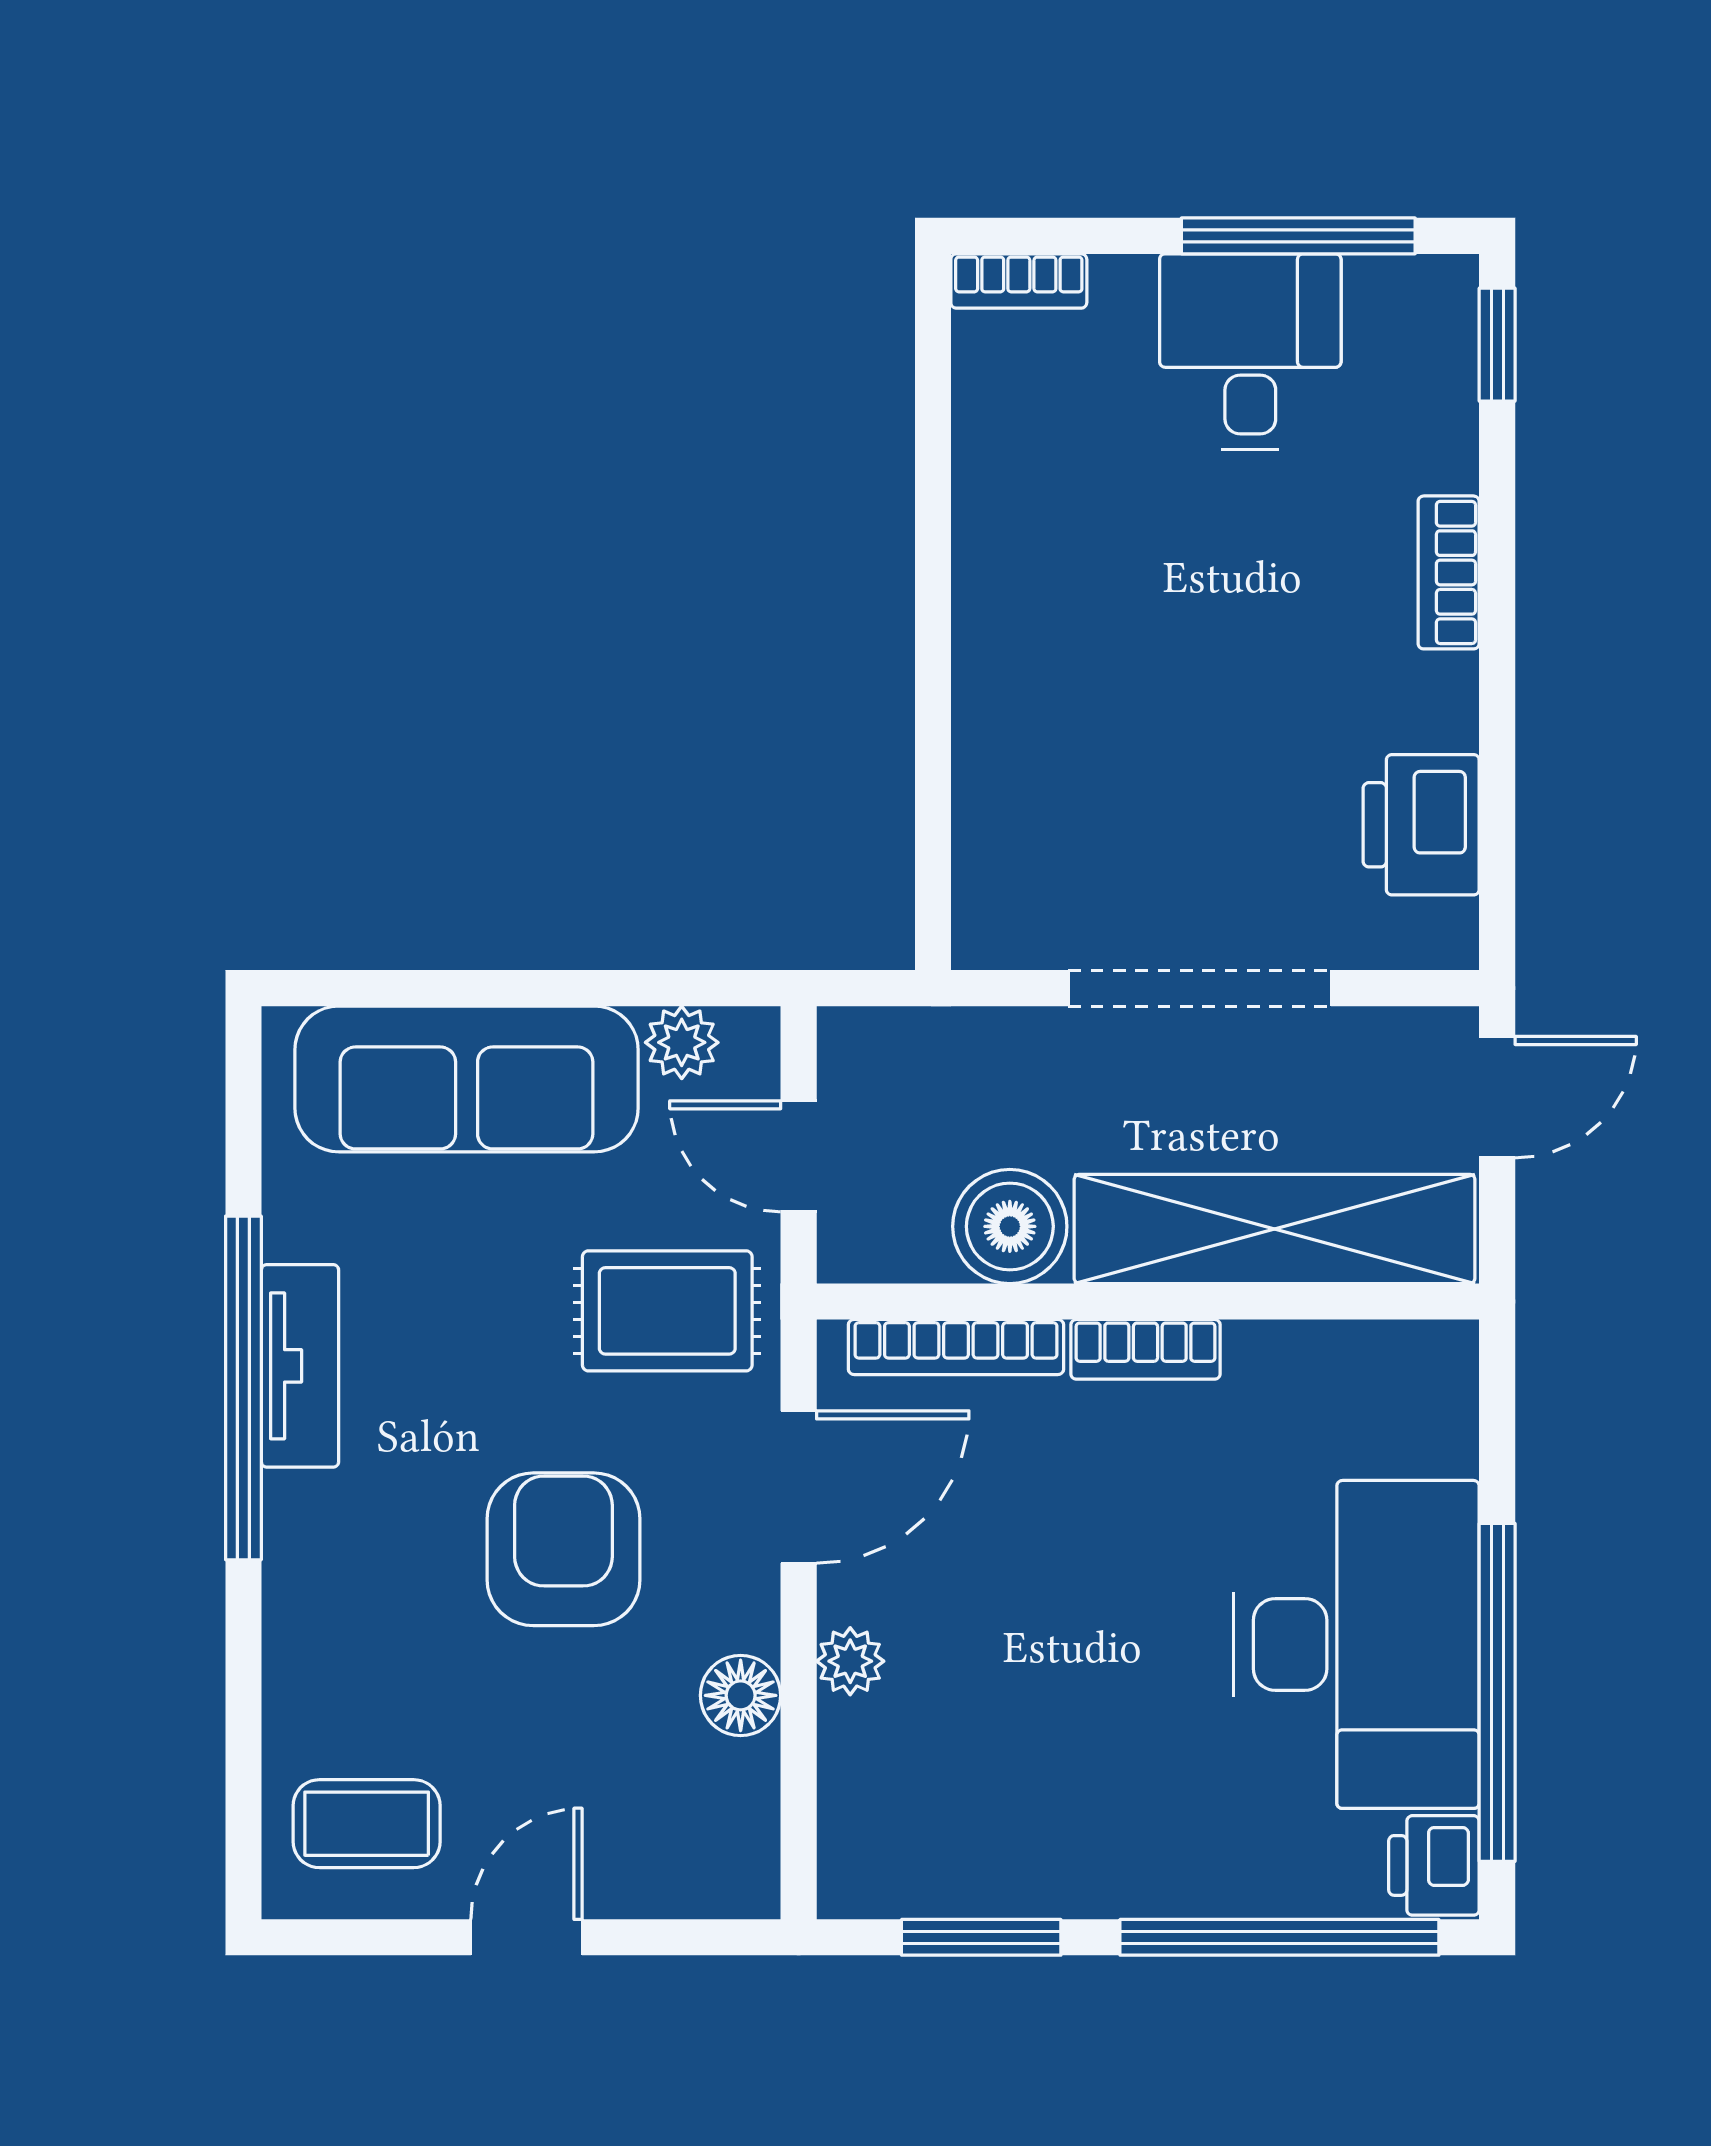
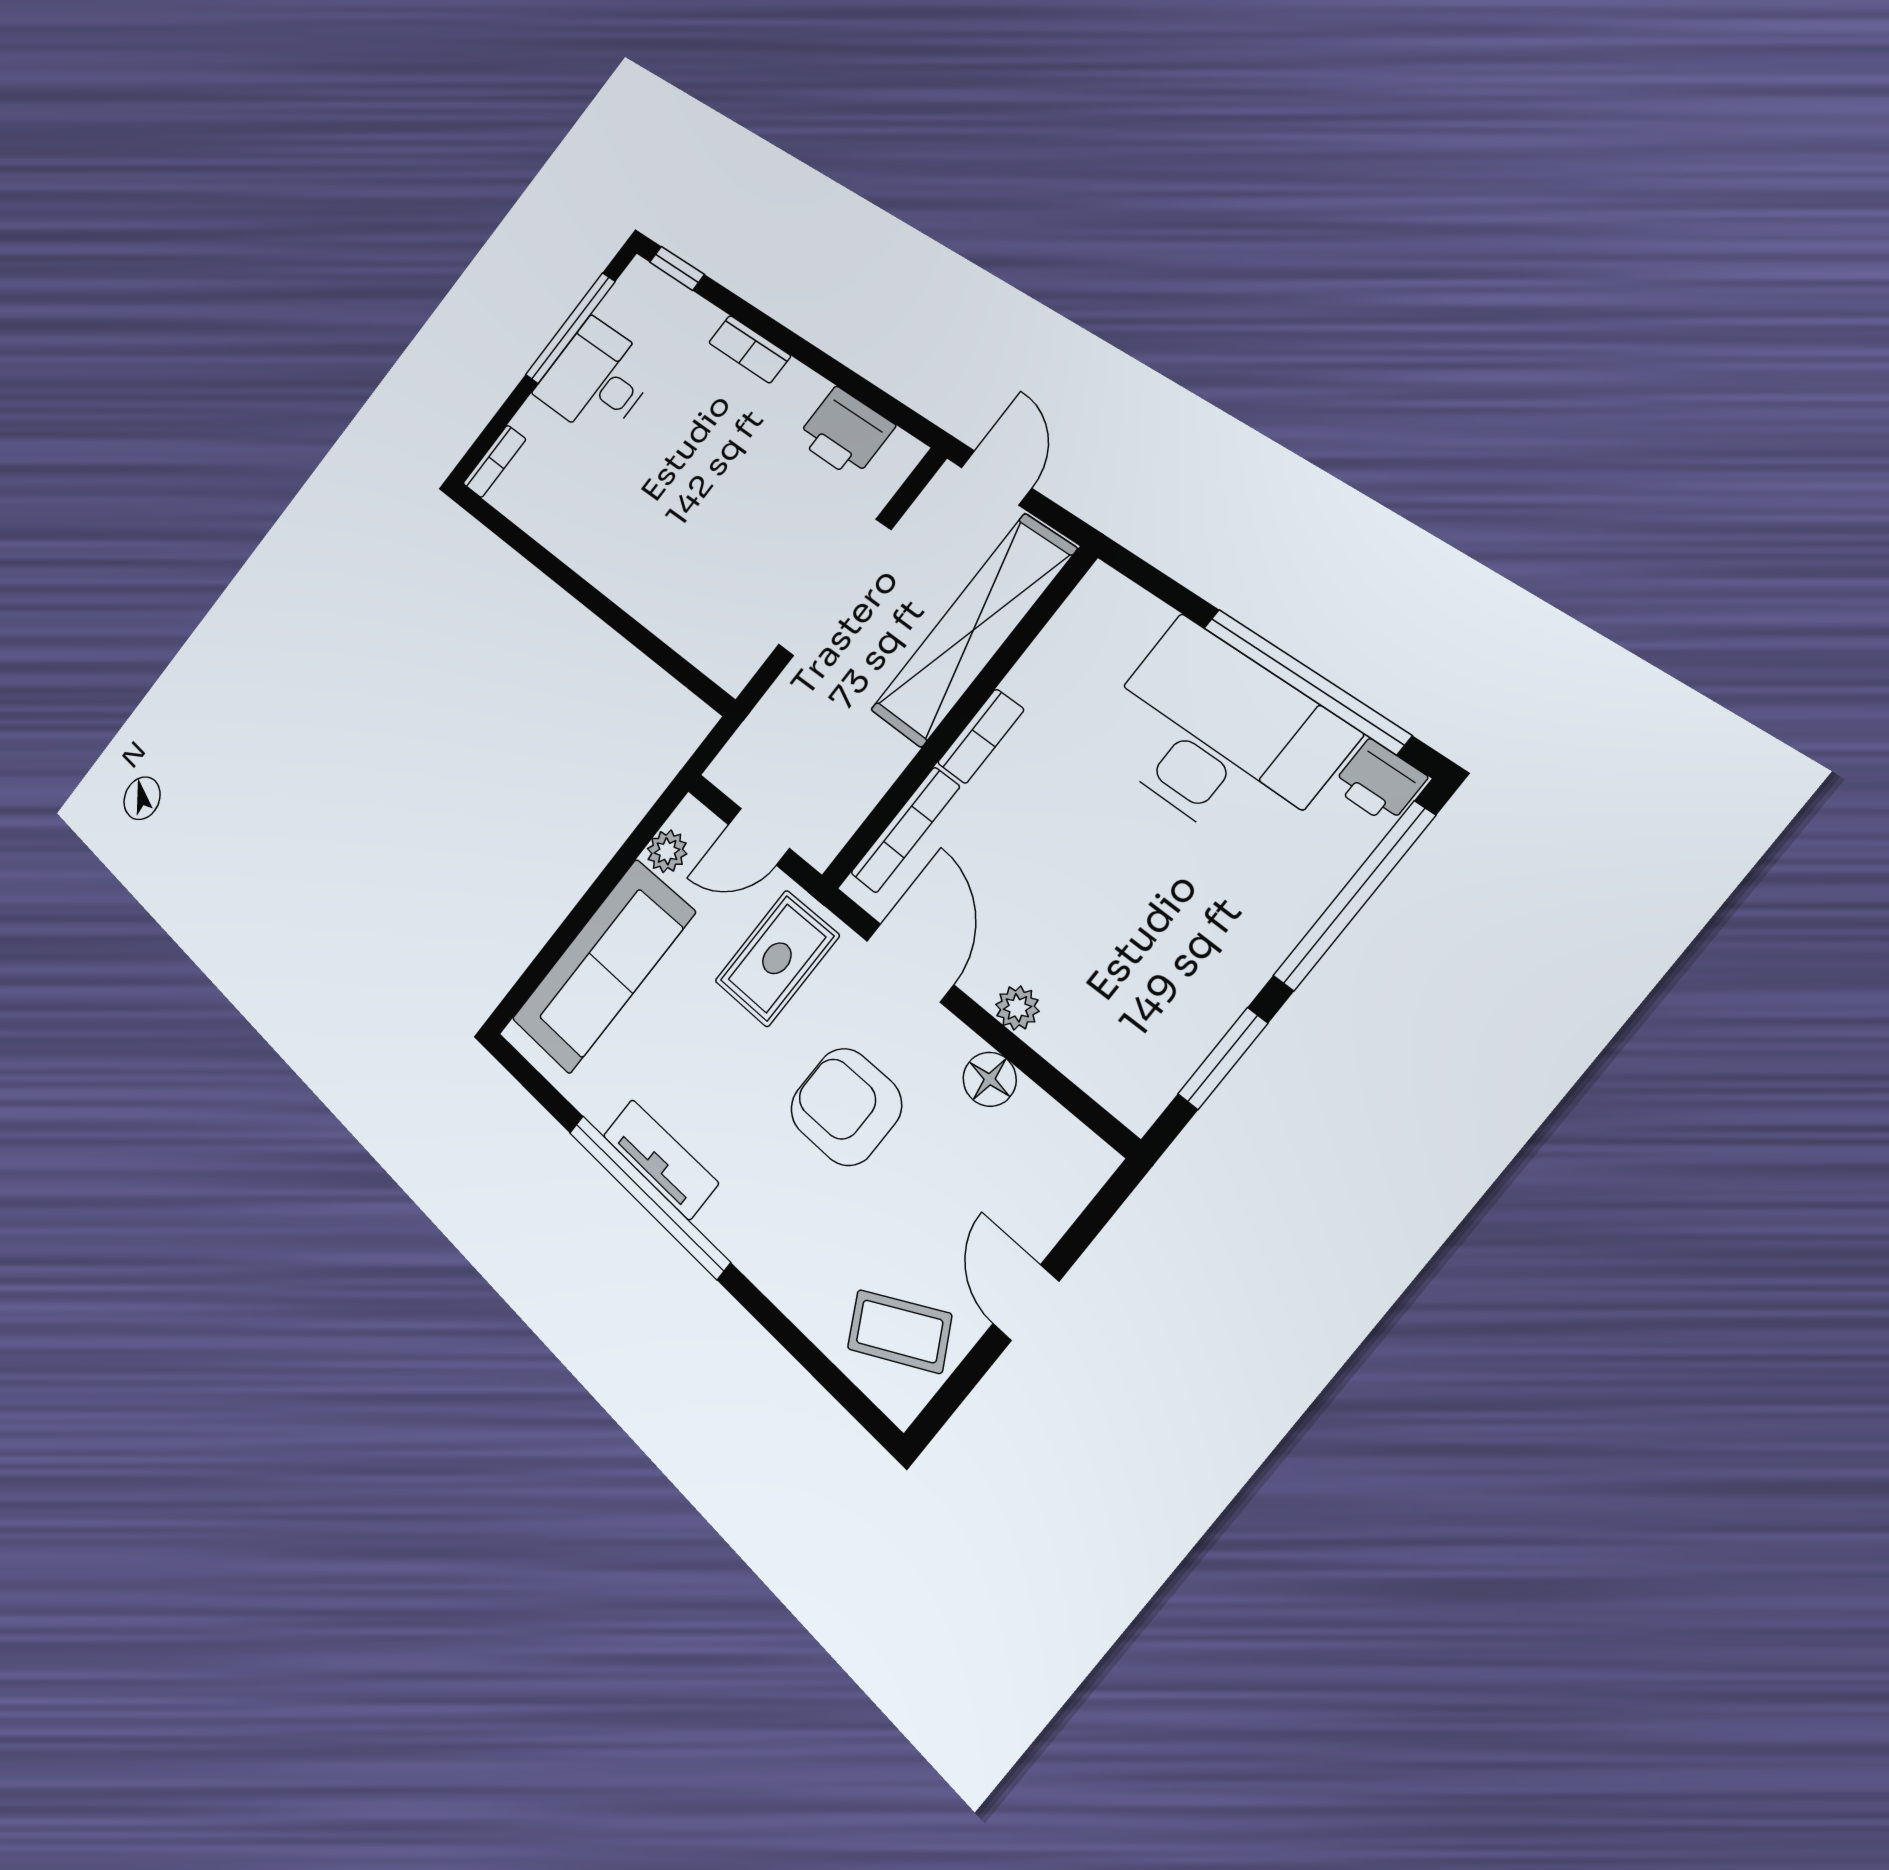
boiler: (1010, 1226) -> (870, 759), removed
coffee table: (367, 1824) -> (899, 1331), turned 61

